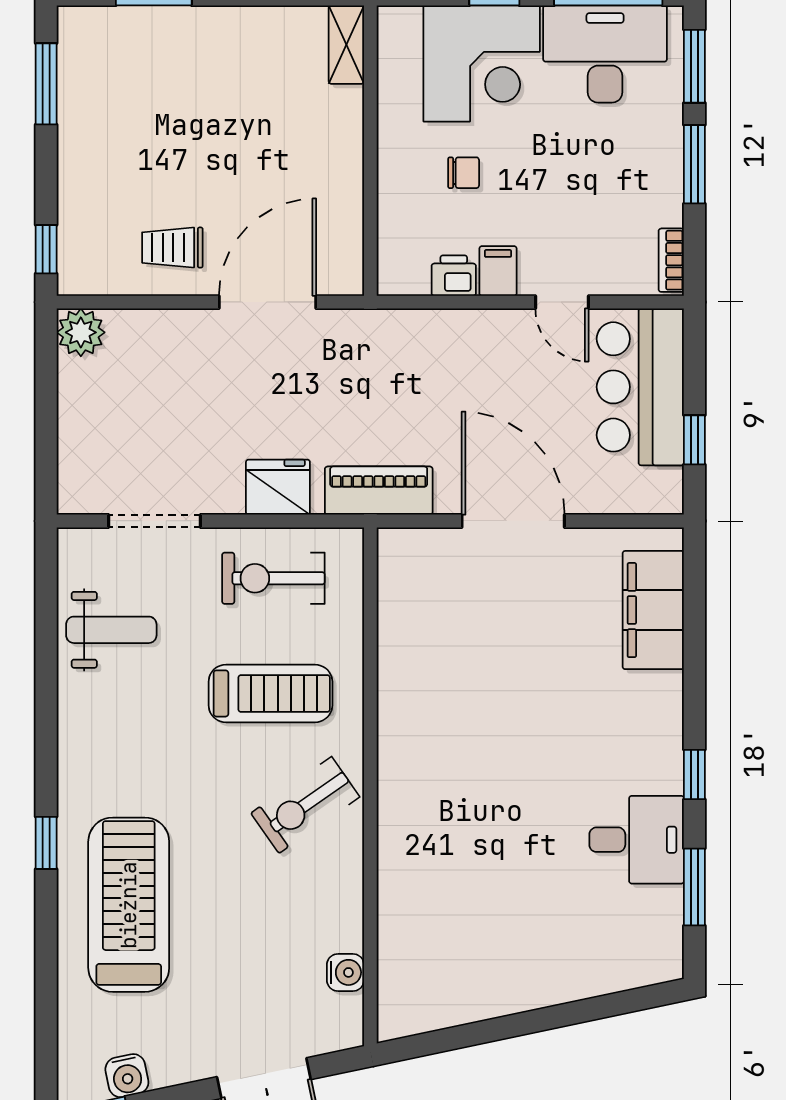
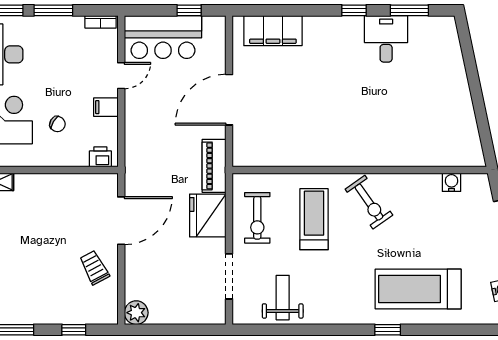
chair: (464, 173) -> (57, 124), turned 121
trolley: (172, 248) -> (94, 268), turned 152
window: (46, 249) -> (74, 330), moved
printer: (454, 276) -> (100, 157), moved, turned 90
door: (268, 302) -> (121, 221), swing flipped
fridge: (278, 487) -> (208, 216), width x1.36, depth x1.34

